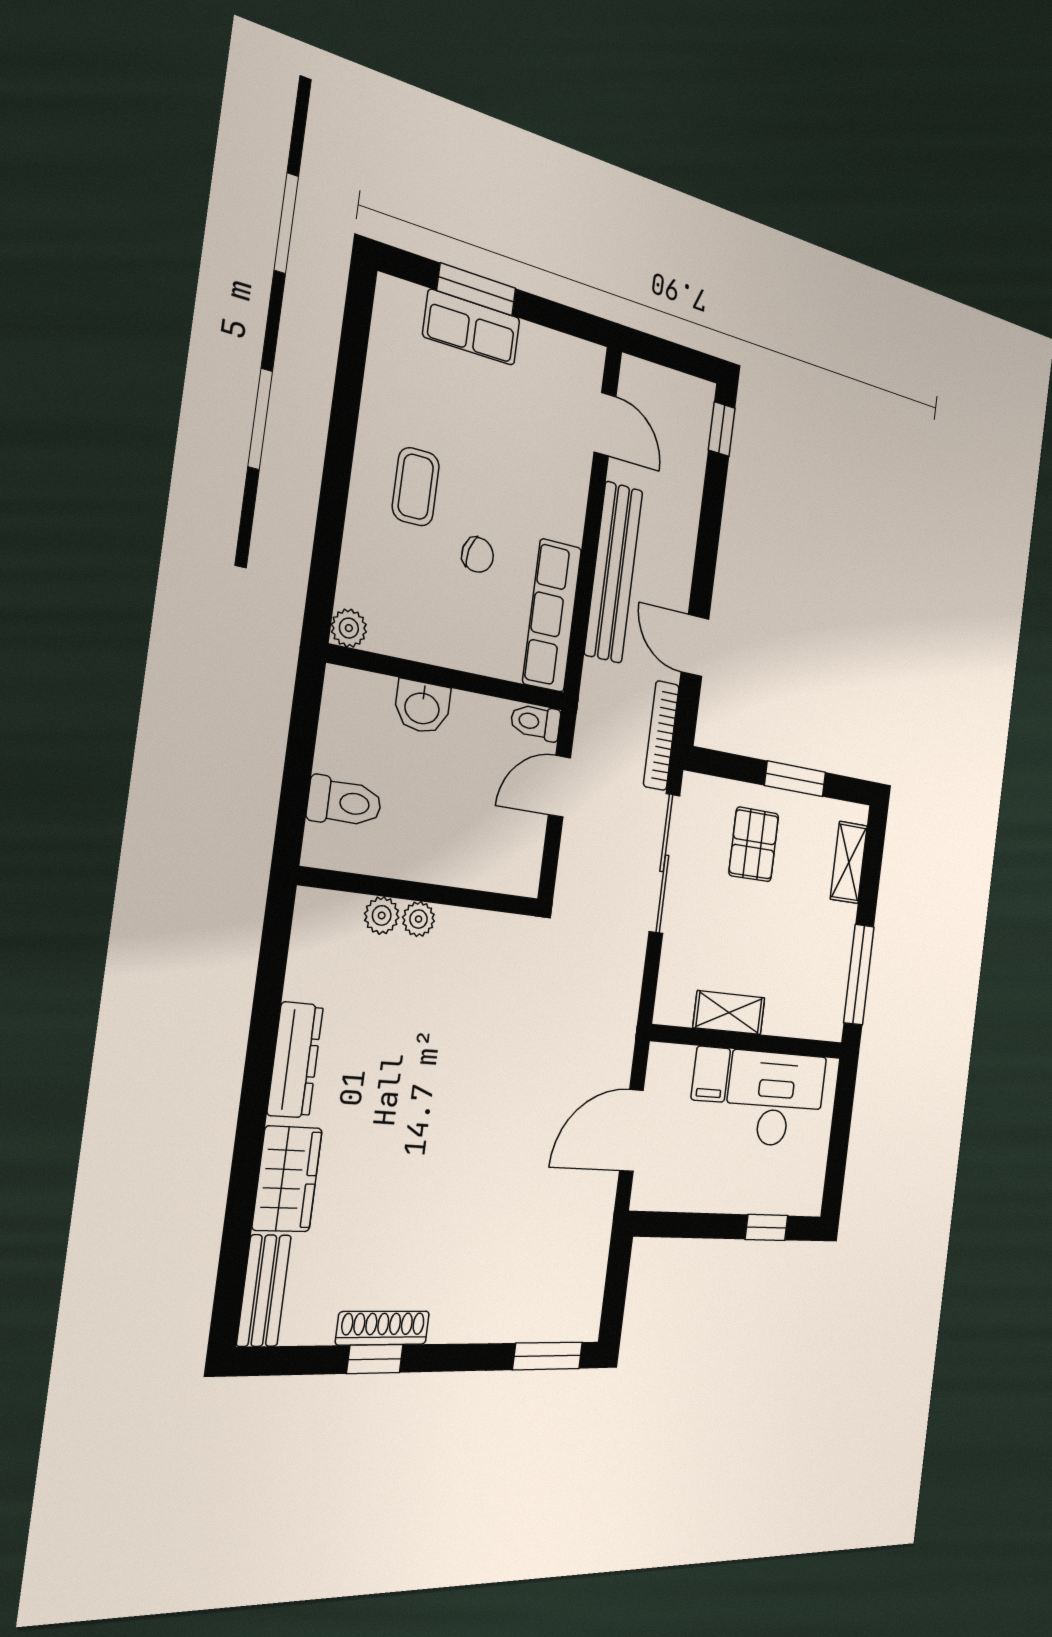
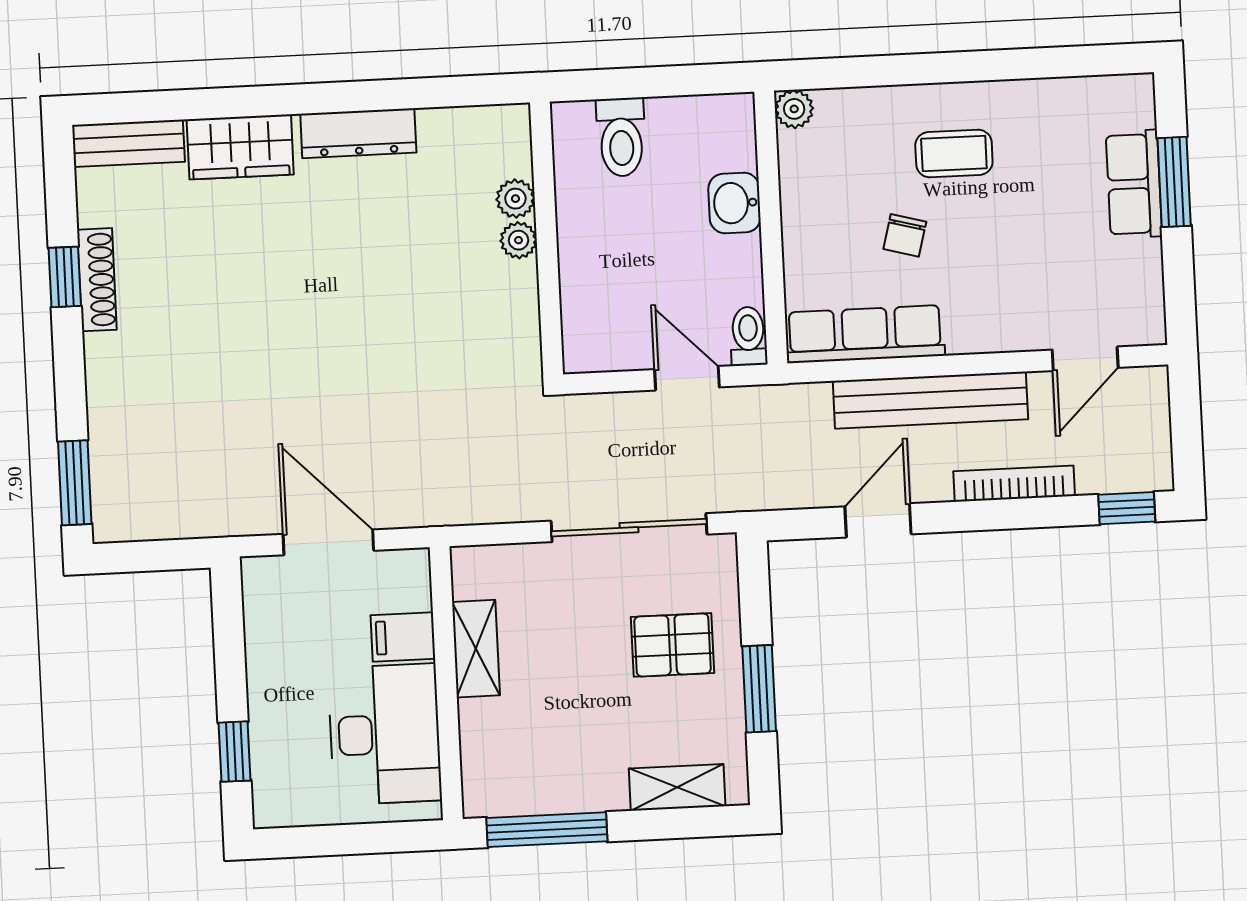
bookcase: (661, 736) -> (1014, 484), moved

